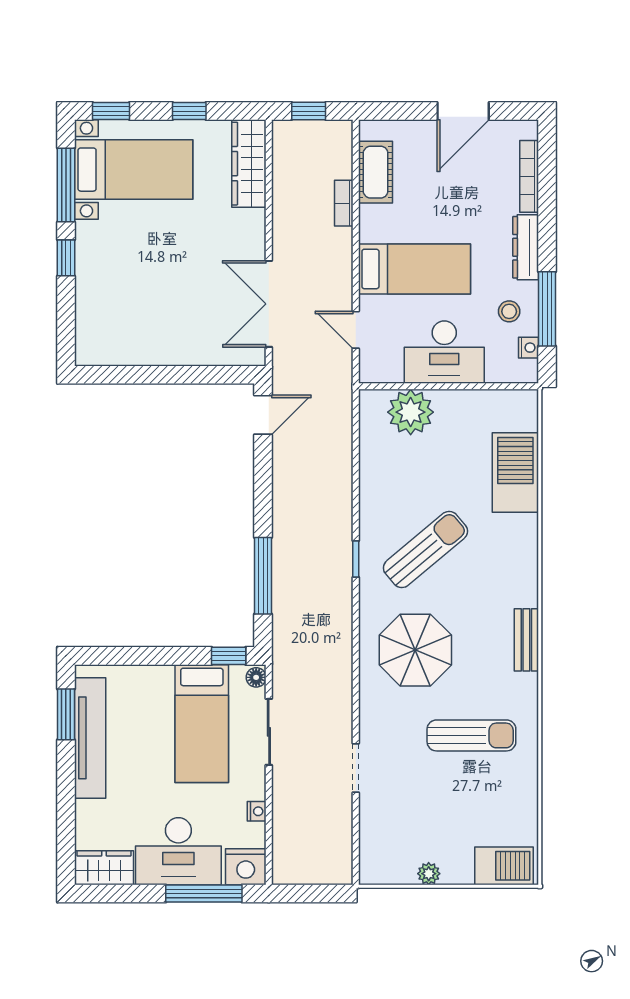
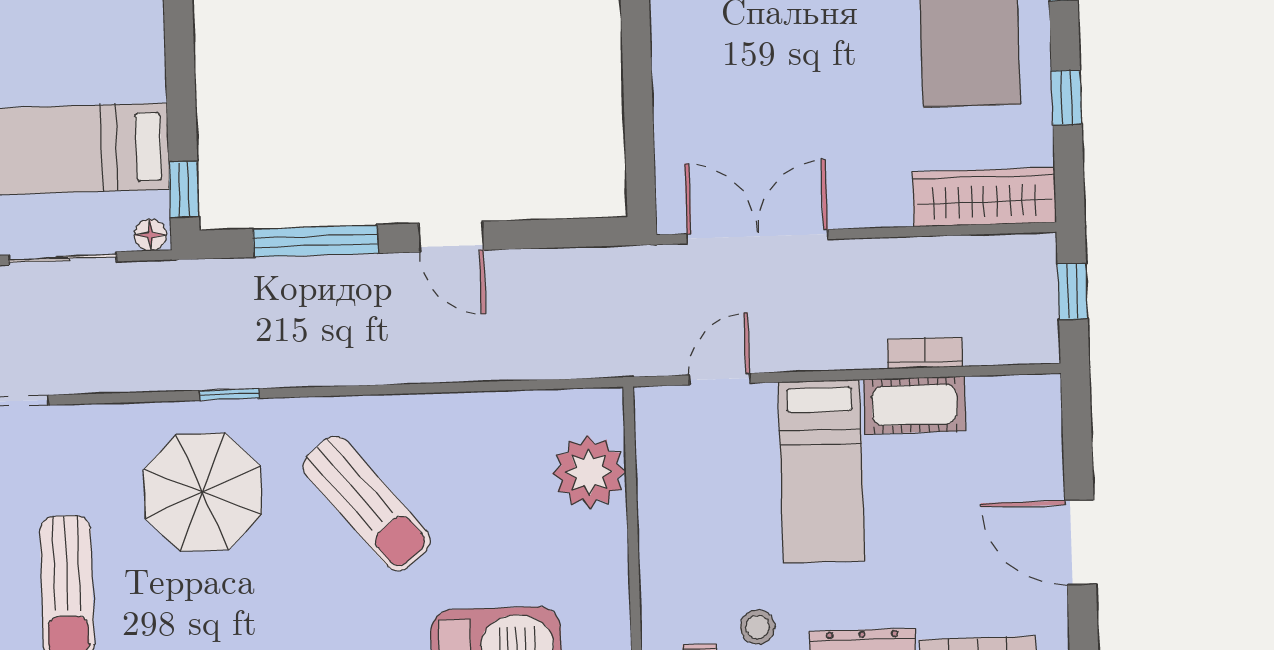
cot: (376, 172) -> (915, 405), moved
desk: (444, 352) -> (688, 524), removed
door: (263, 415) -> (451, 237), moved
window: (356, 559) -> (229, 394), moved

